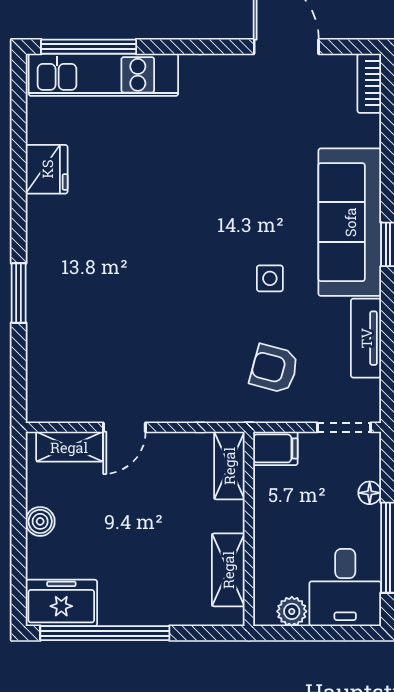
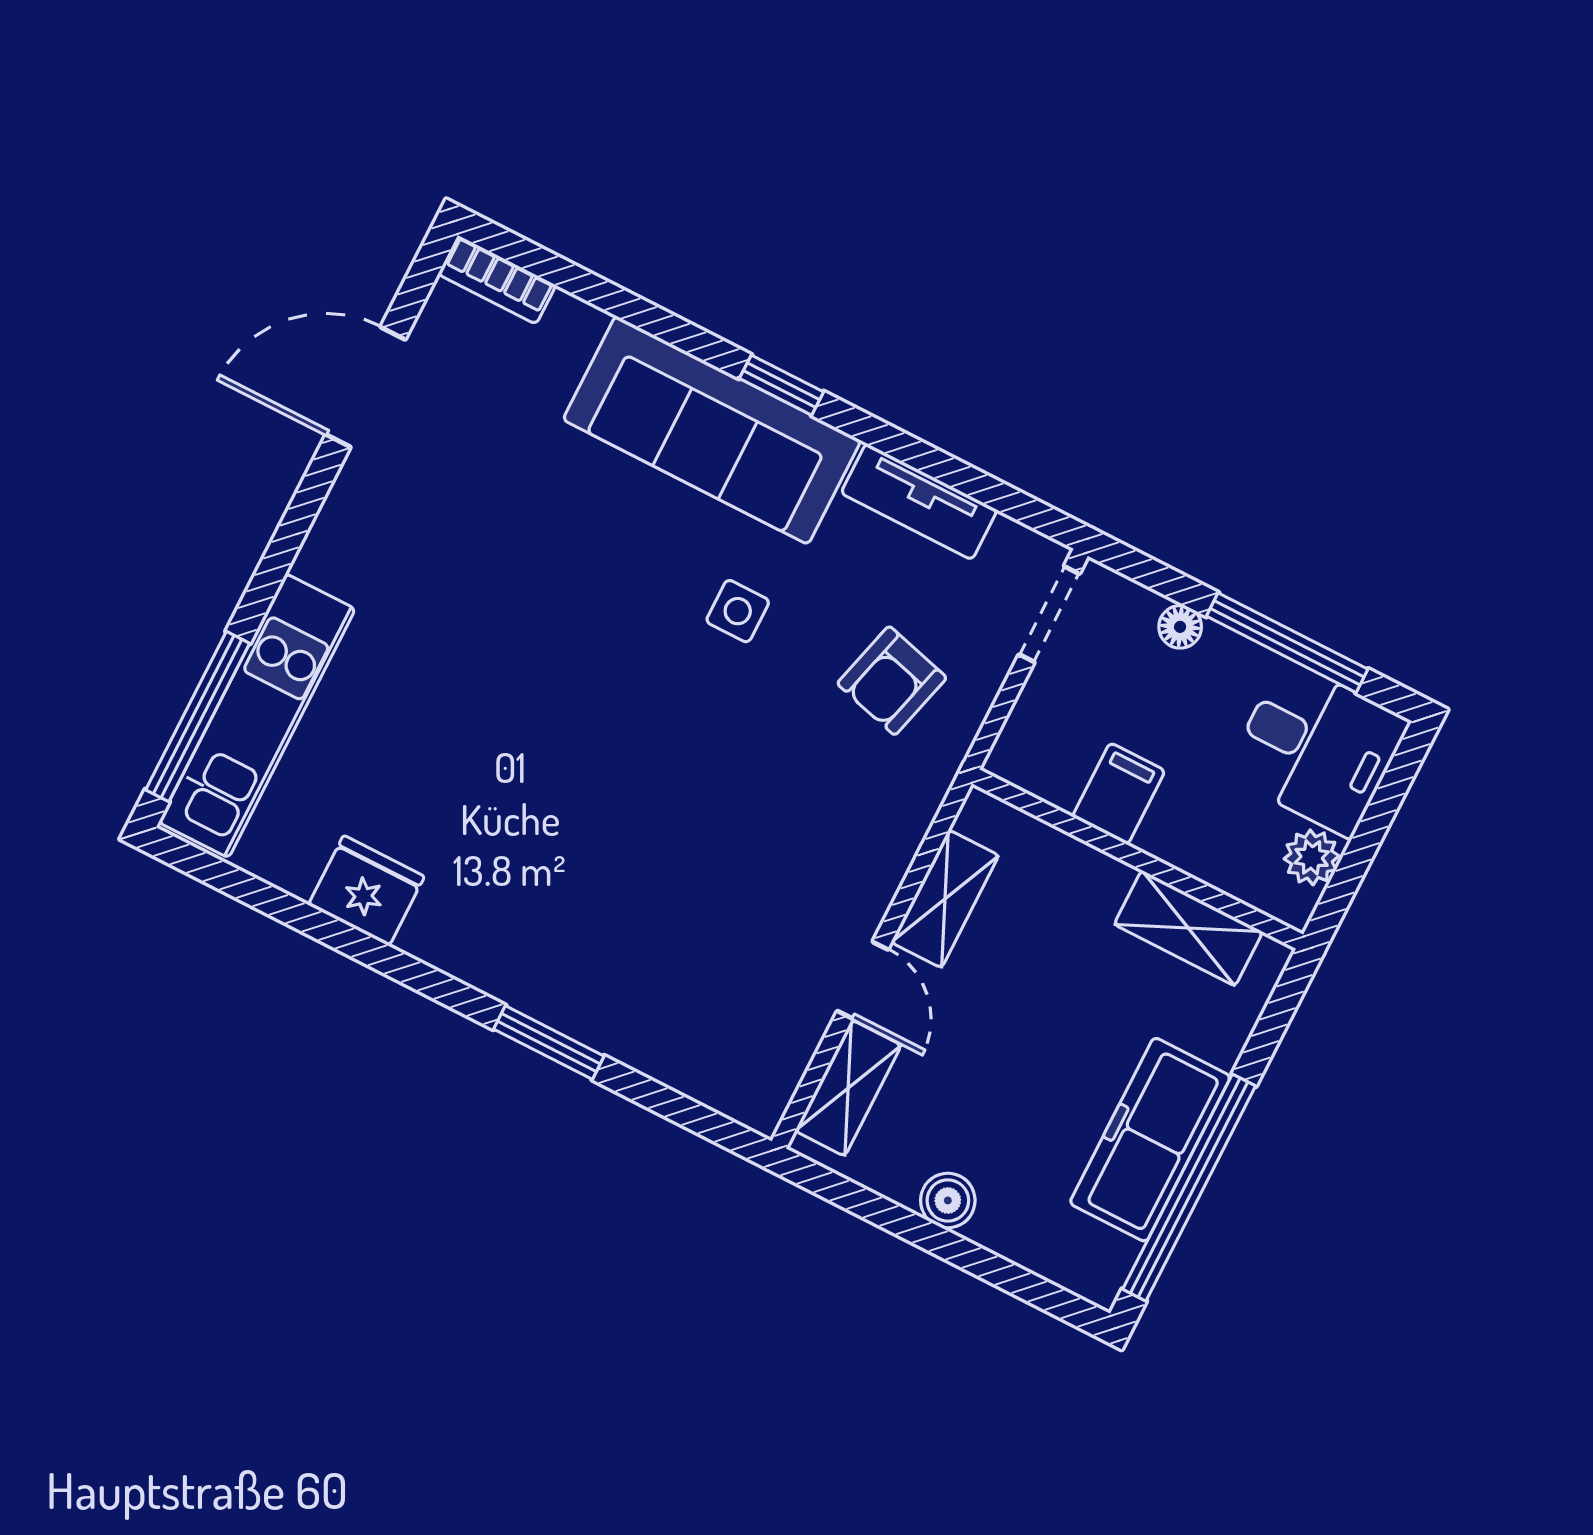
filing cabinet: (275, 448) -> (1119, 794), moved
shelving: (229, 466) -> (945, 899), moved, turned 90
freezer: (61, 603) -> (1150, 1140), moved, width x1.40

